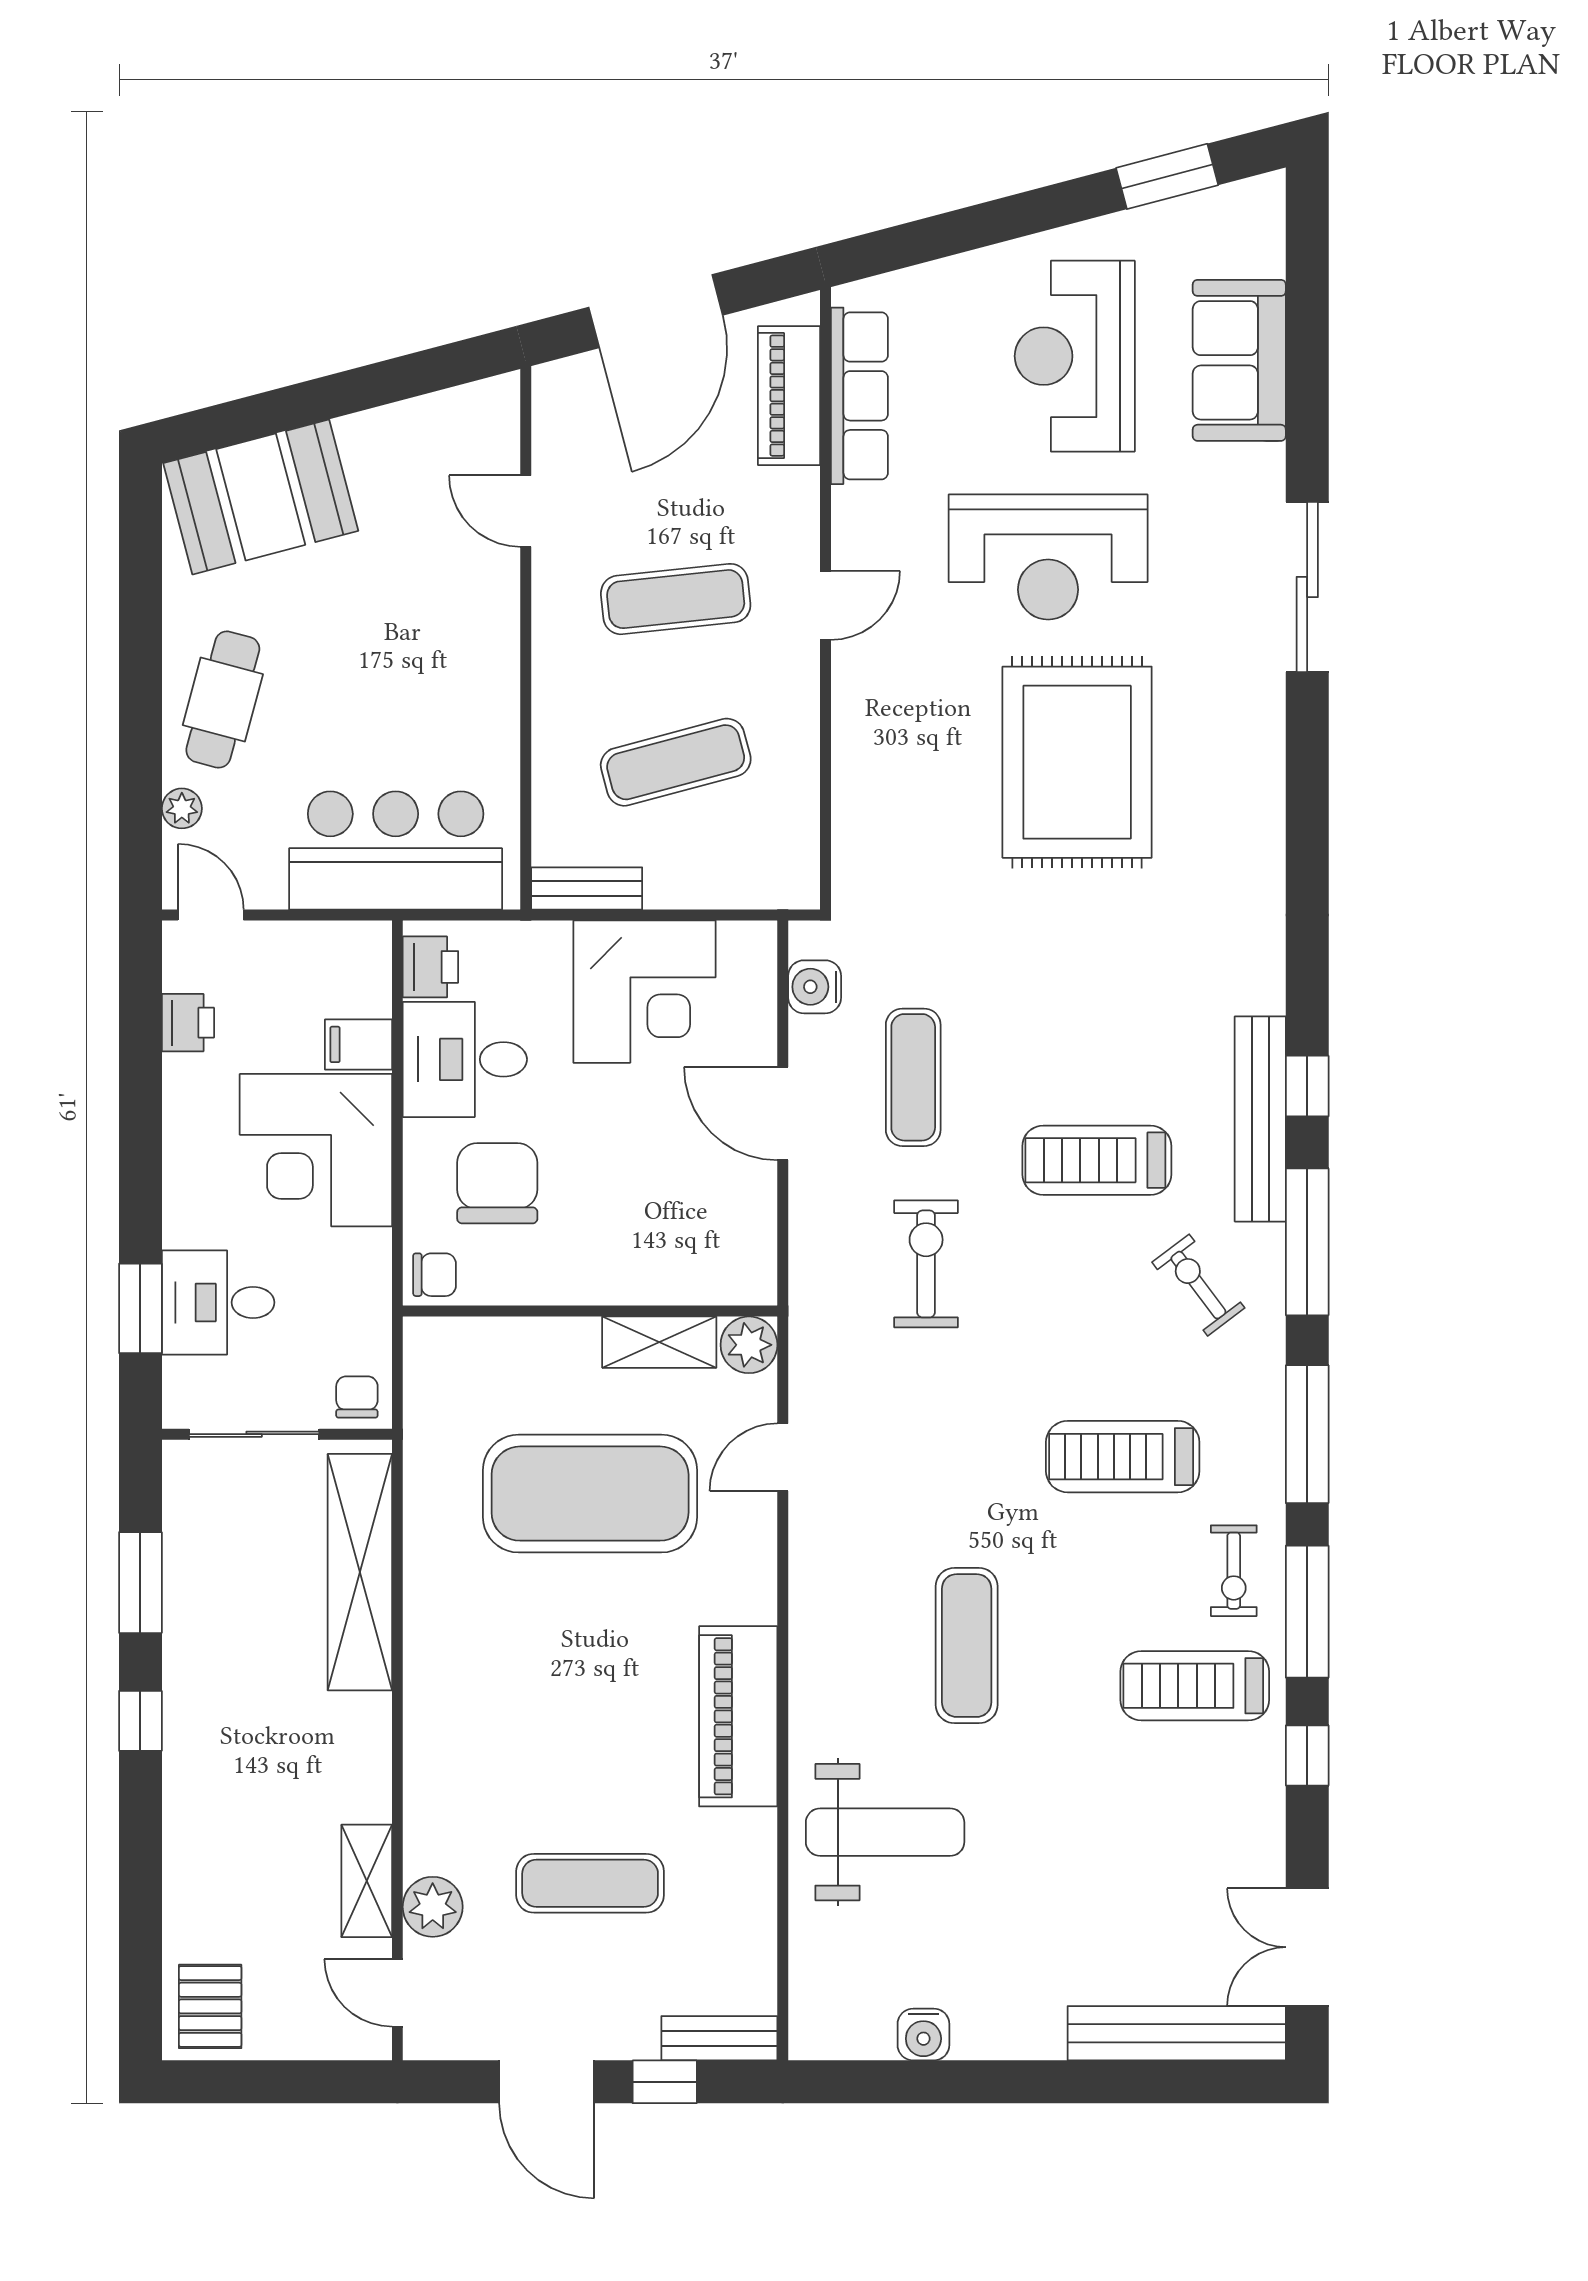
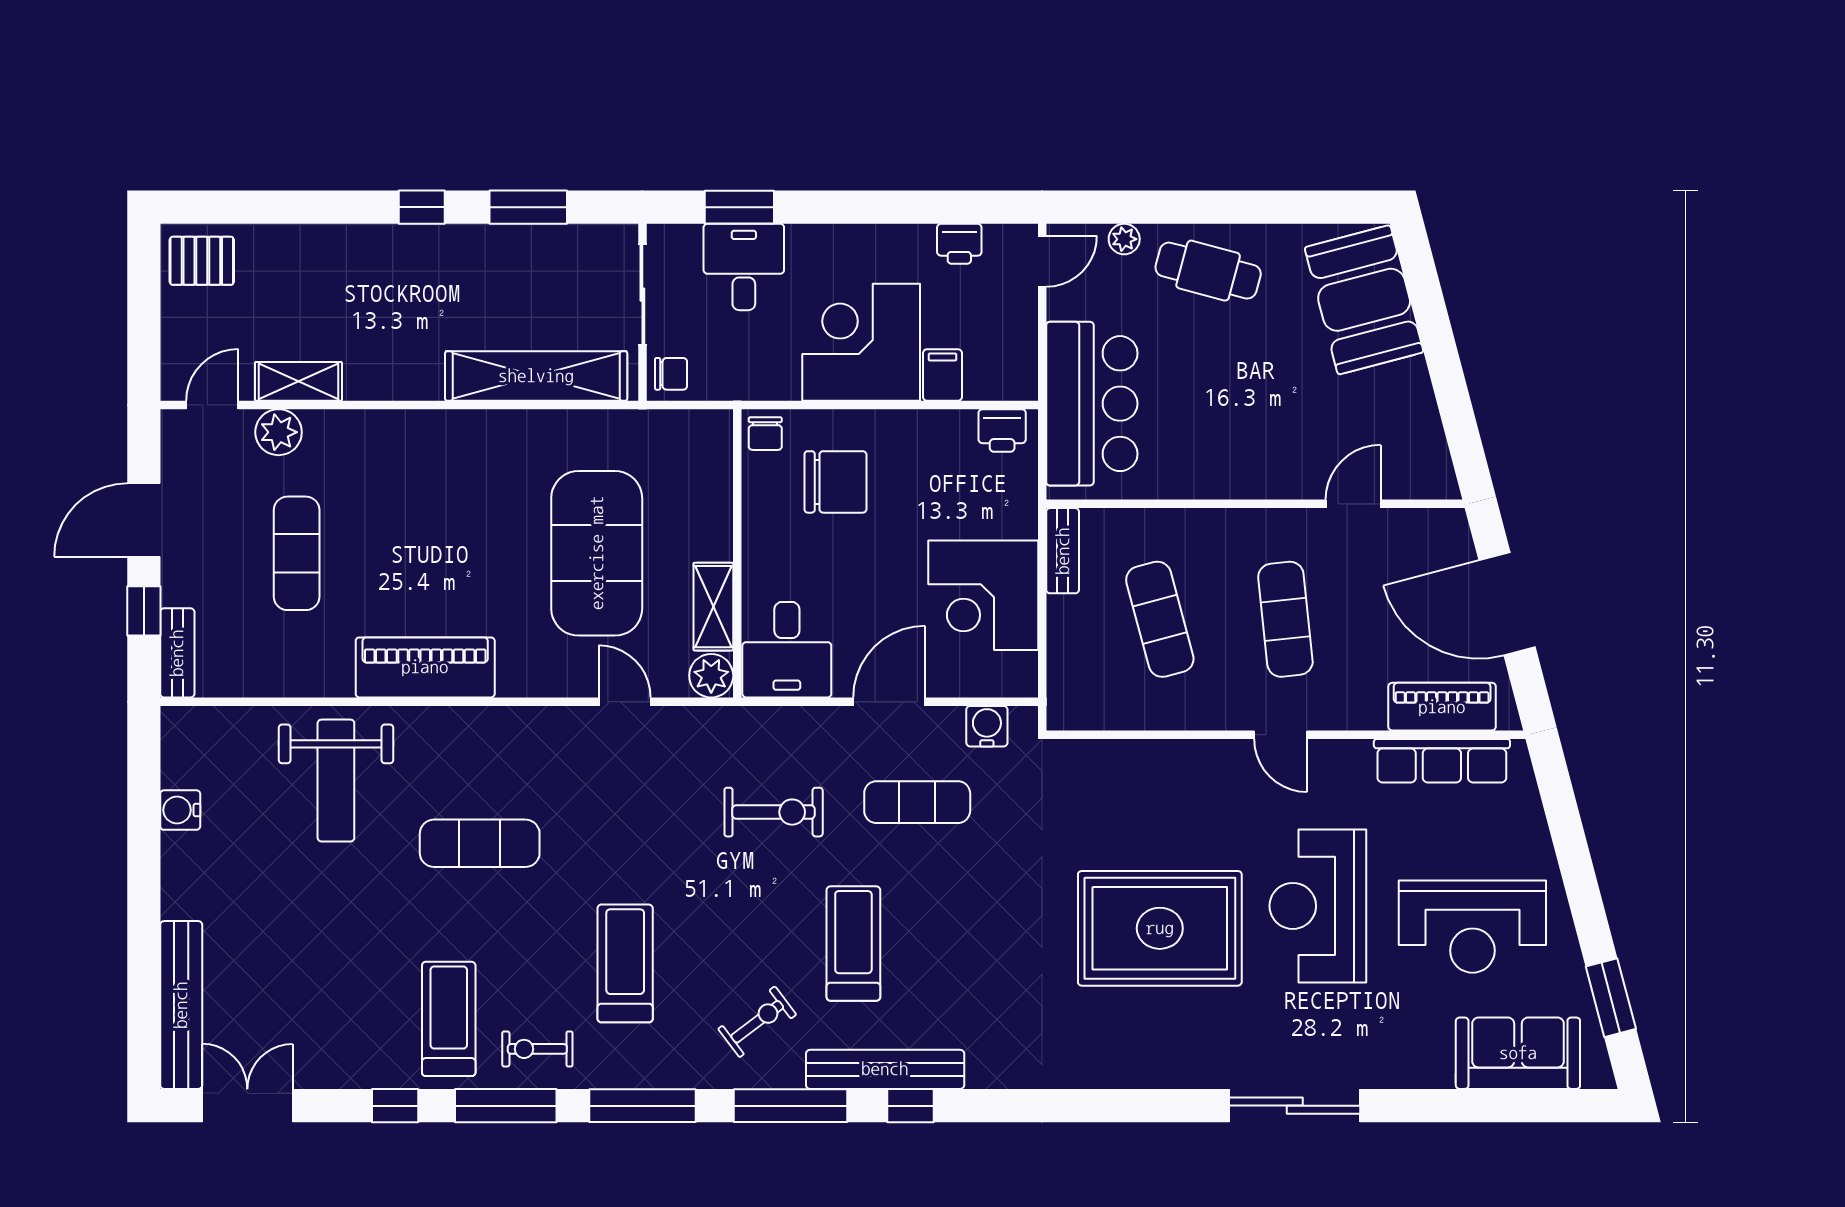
reception desk: (1075, 356) -> (1472, 927), turned 180
sofa: (1239, 360) -> (1518, 1053), moved
desk: (465, 1059) -> (787, 650), moved, turned 180

